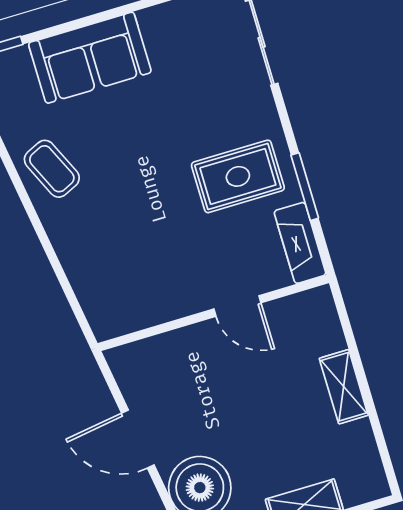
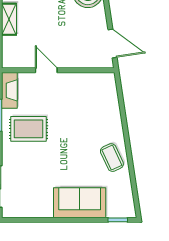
door: (138, 439) -> (112, 44), moved

